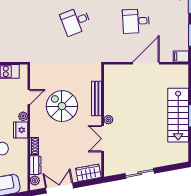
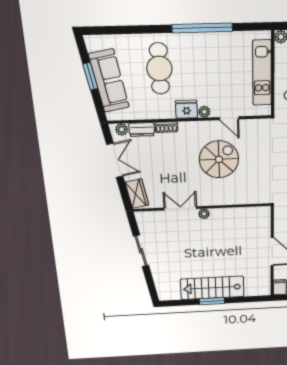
bench: (97, 98) -> (230, 199), removed

